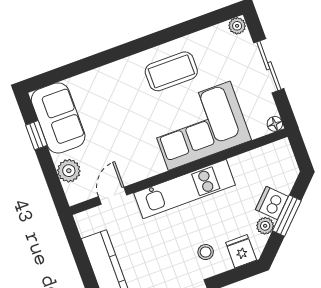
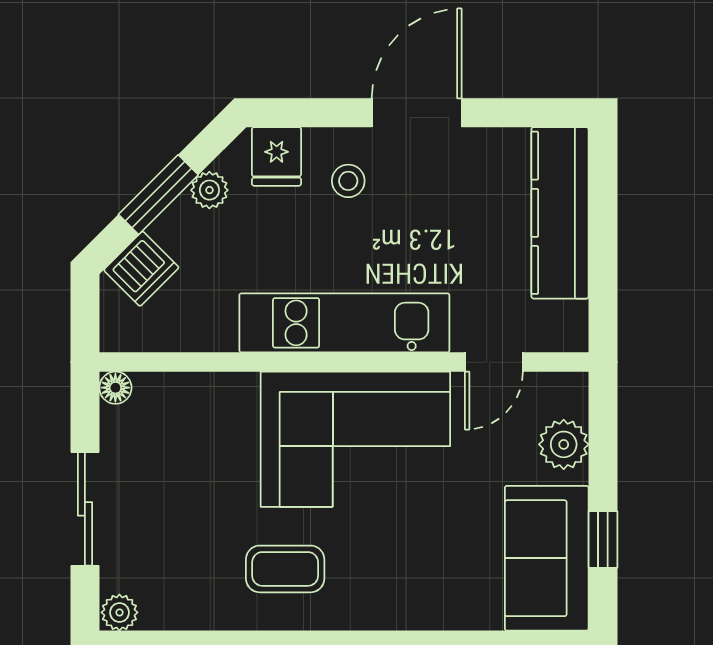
coffee table: (171, 71) -> (285, 569), width x0.73, depth x0.77
corner sofa: (199, 126) -> (355, 439), moved
dishwasher: (272, 203) -> (141, 269), moved

